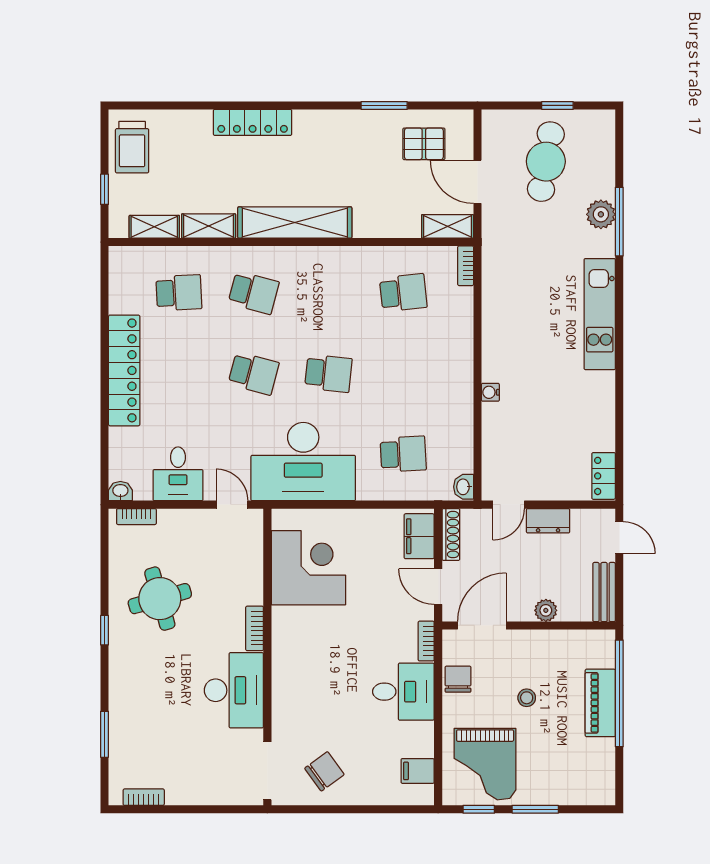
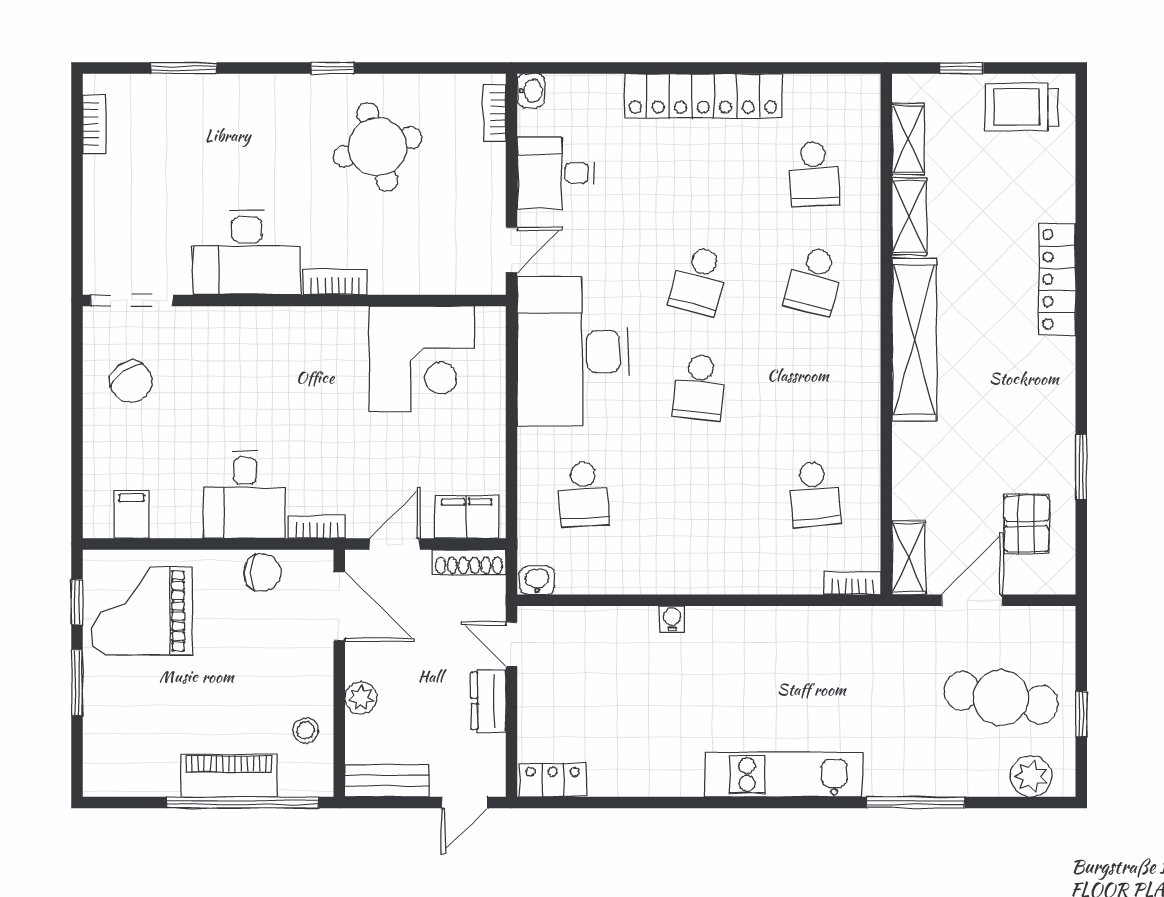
plant: (601, 214) -> (1031, 776), moved
stool: (527, 698) -> (305, 730), moved

